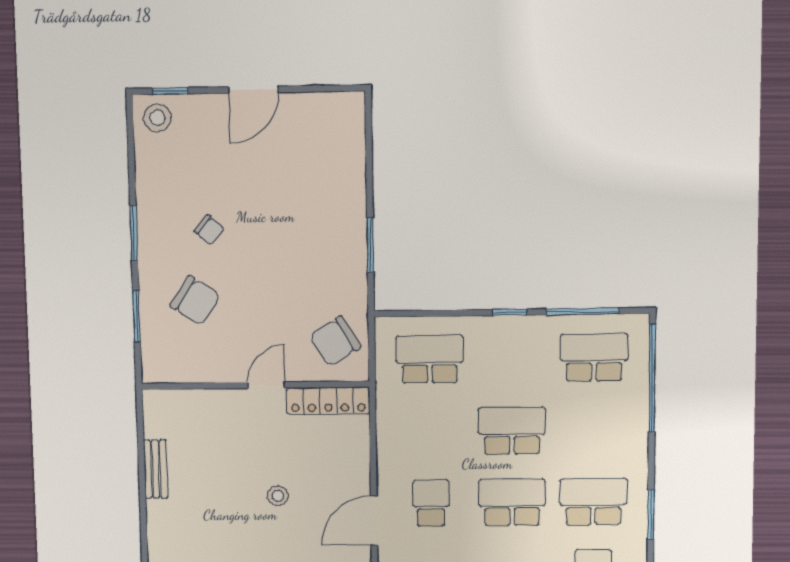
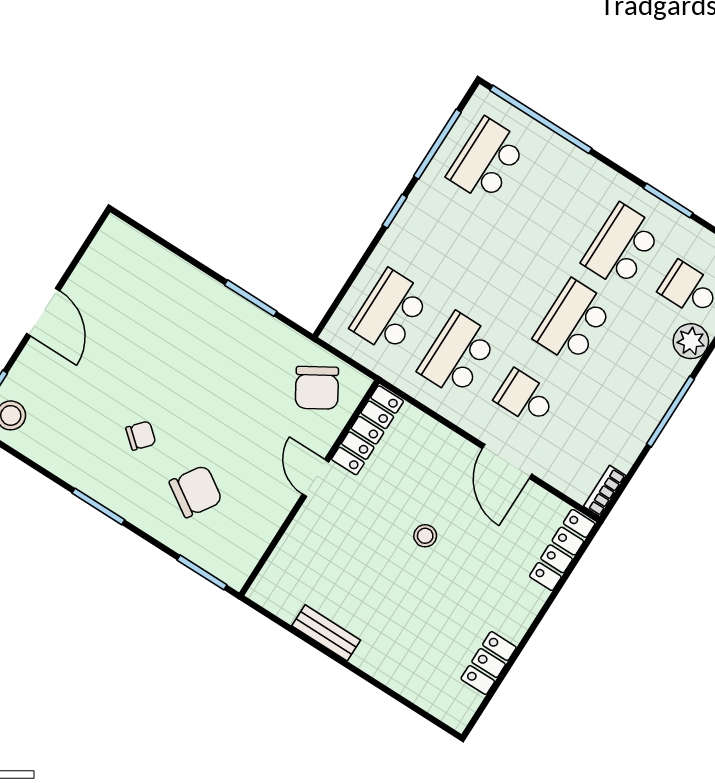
window: (137, 316) -> (202, 572), moved
school desk: (512, 431) -> (458, 355), moved

